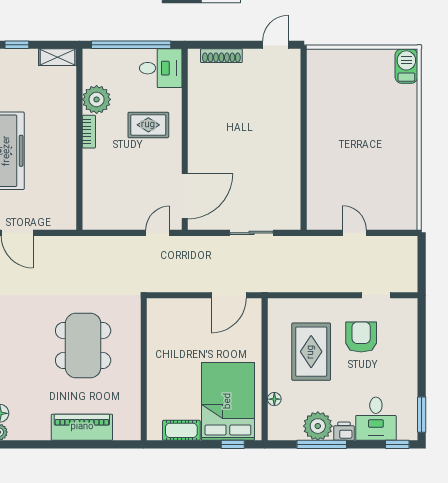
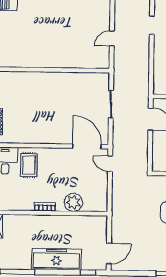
plant: (97, 99) -> (73, 202), moved
rug: (148, 125) -> (29, 165), moved

